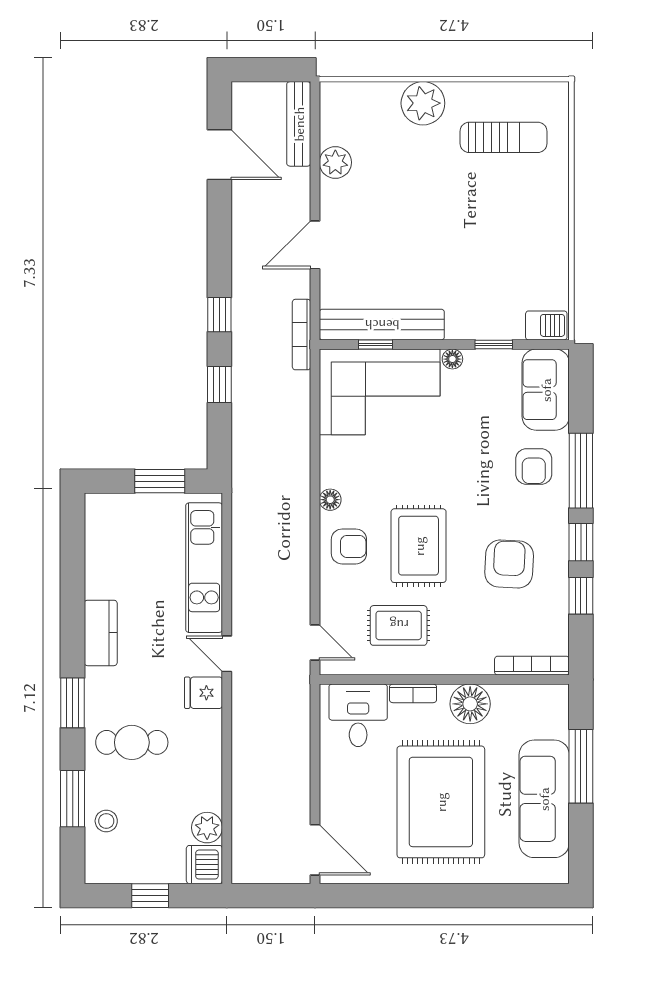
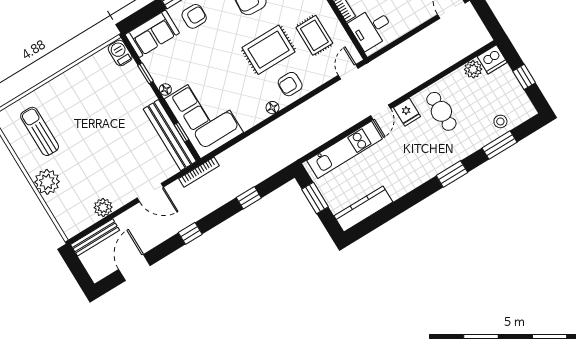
window: (219, 315) -> (190, 233), moved
armchair: (349, 546) -> (290, 84), turned -90
kitchen counter: (101, 633) -> (363, 209), moved, width x1.50
cafe table: (132, 742) -> (441, 111), moved

